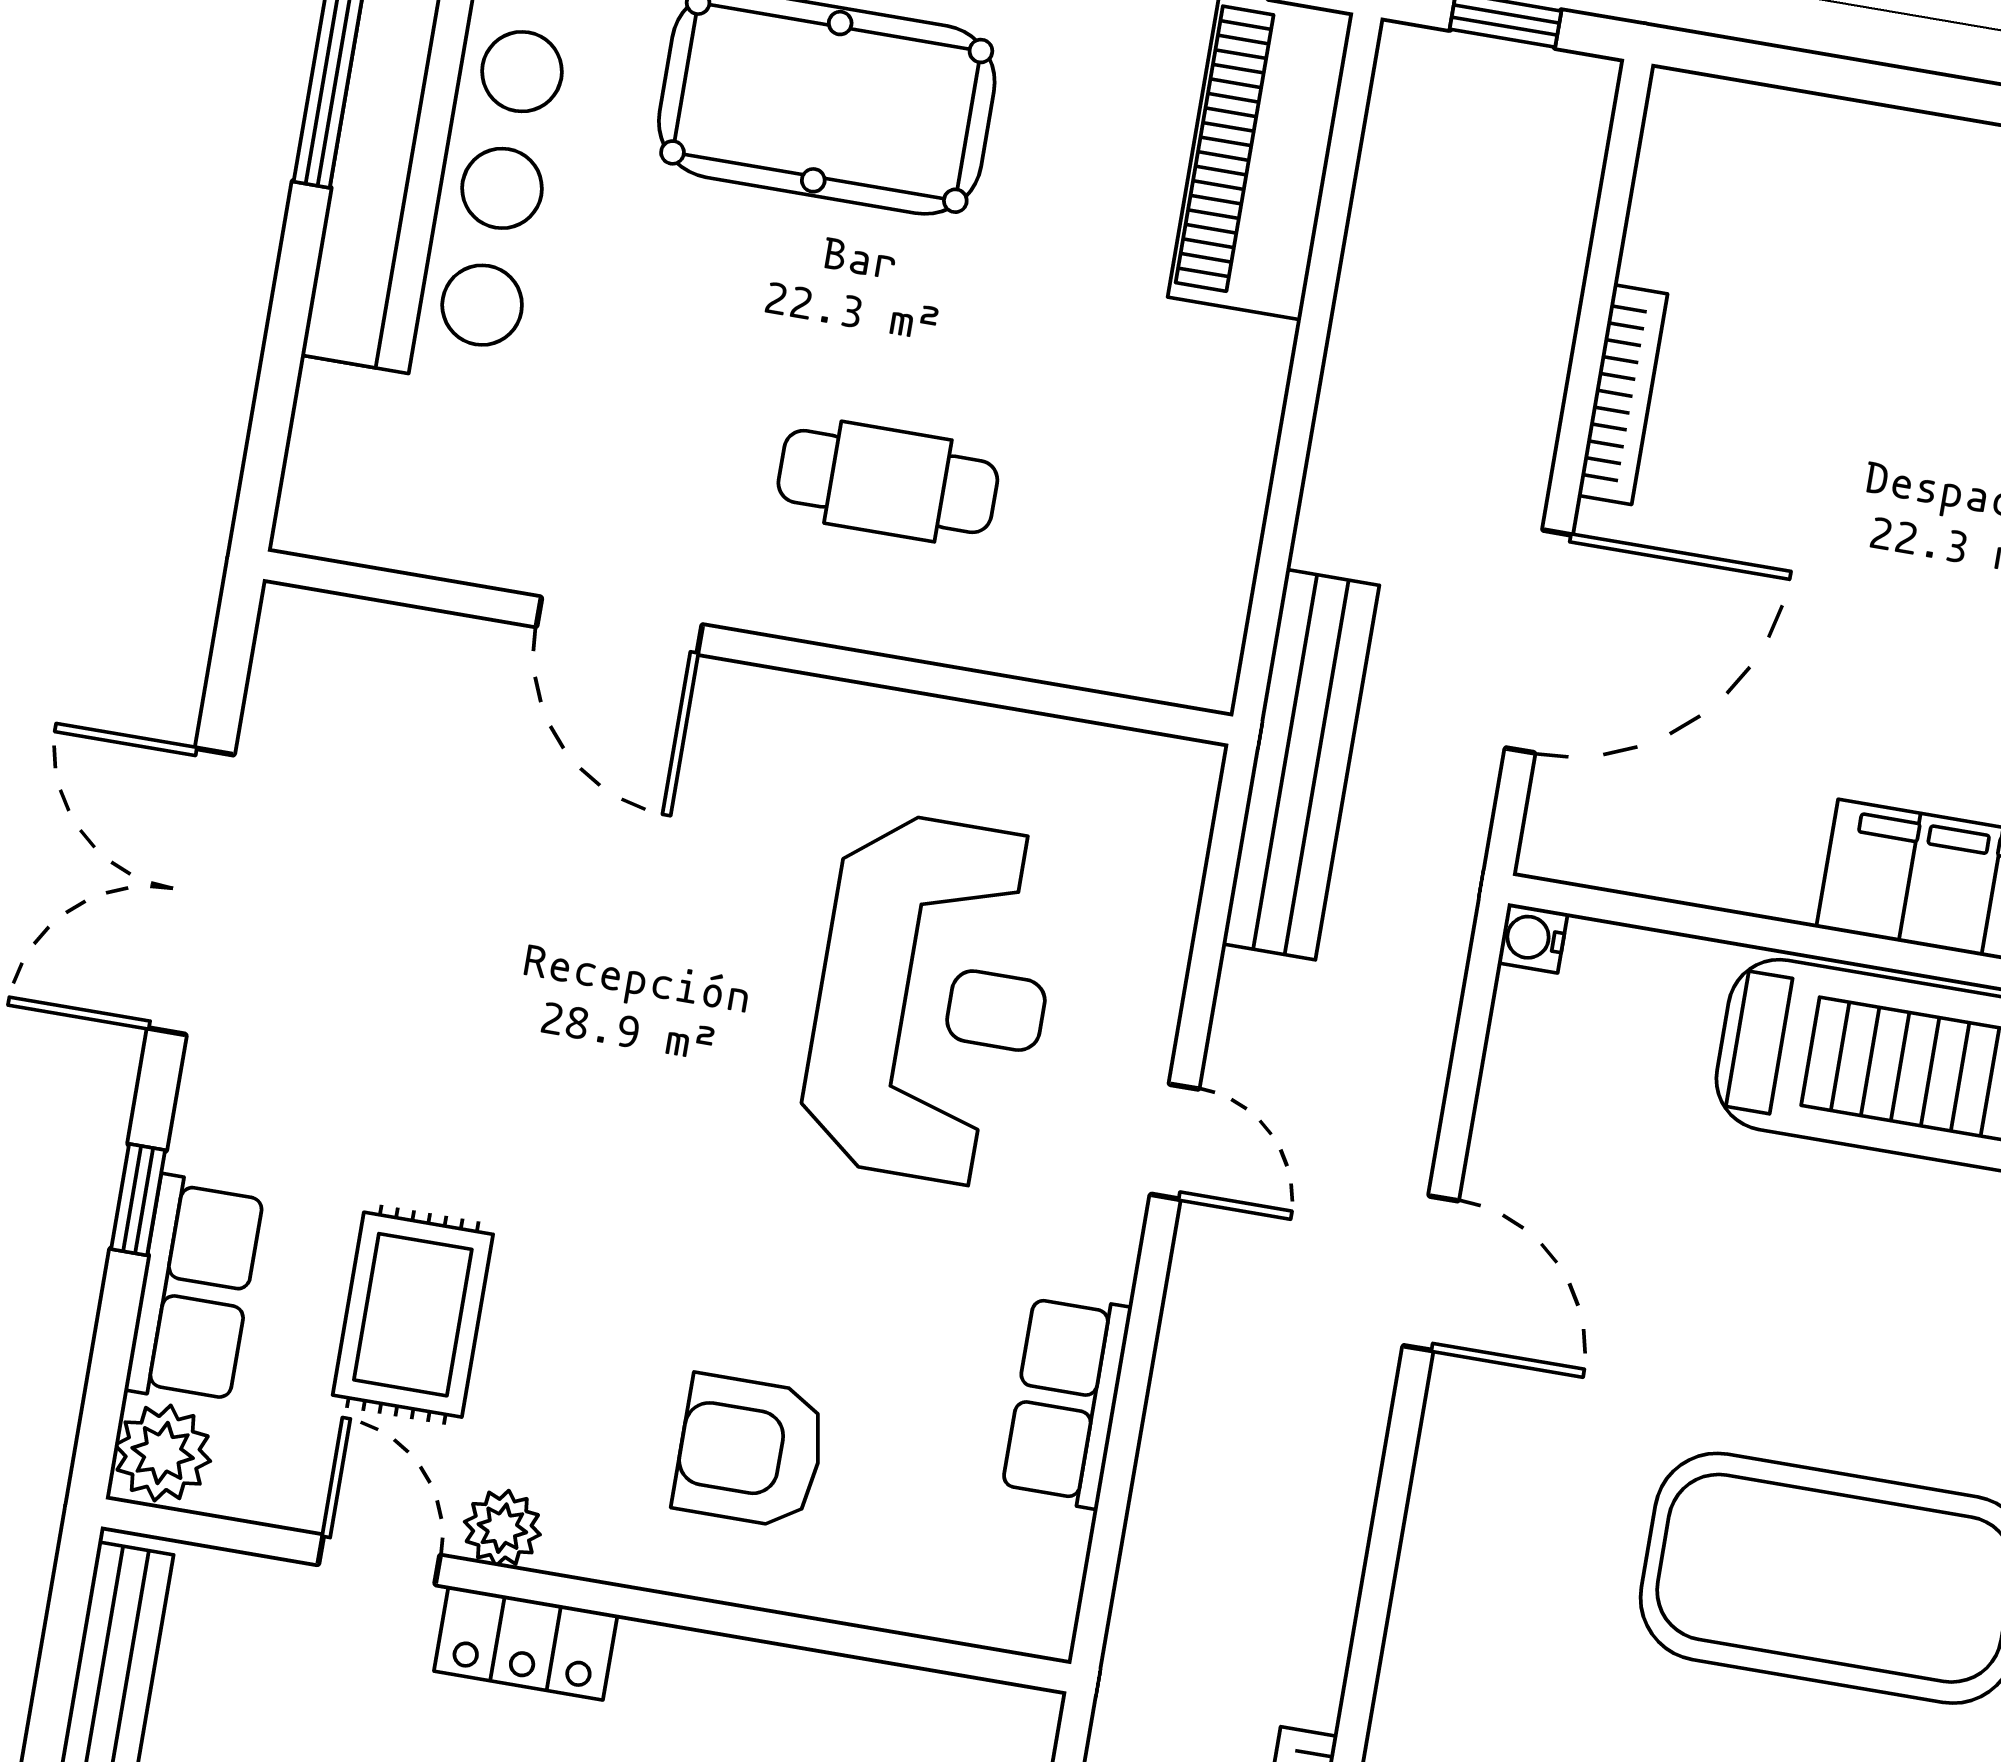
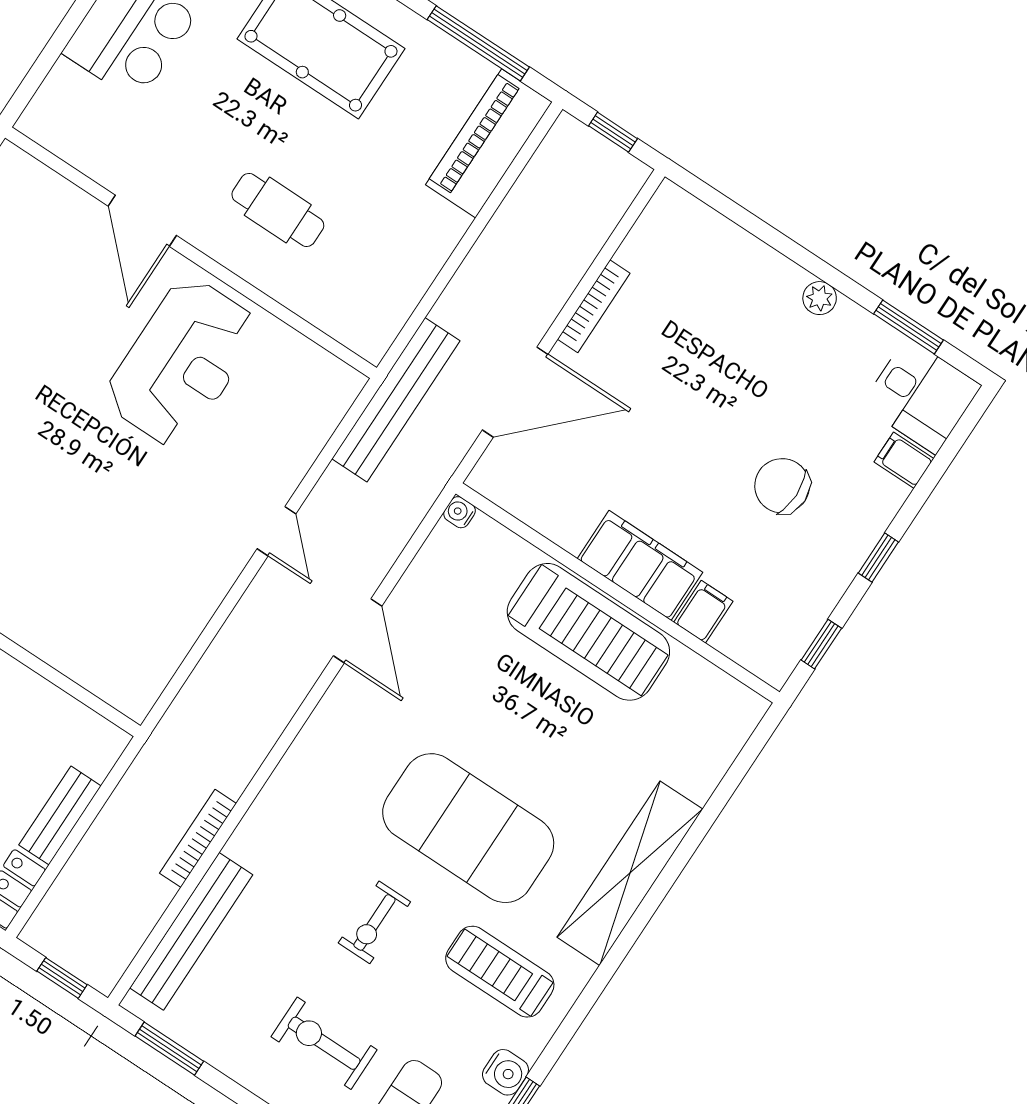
reception desk: (932, 1000) -> (182, 362), moved
row of seats: (1067, 1400) -> (186, 618), removed
armchair: (750, 1451) -> (48, 582), removed

